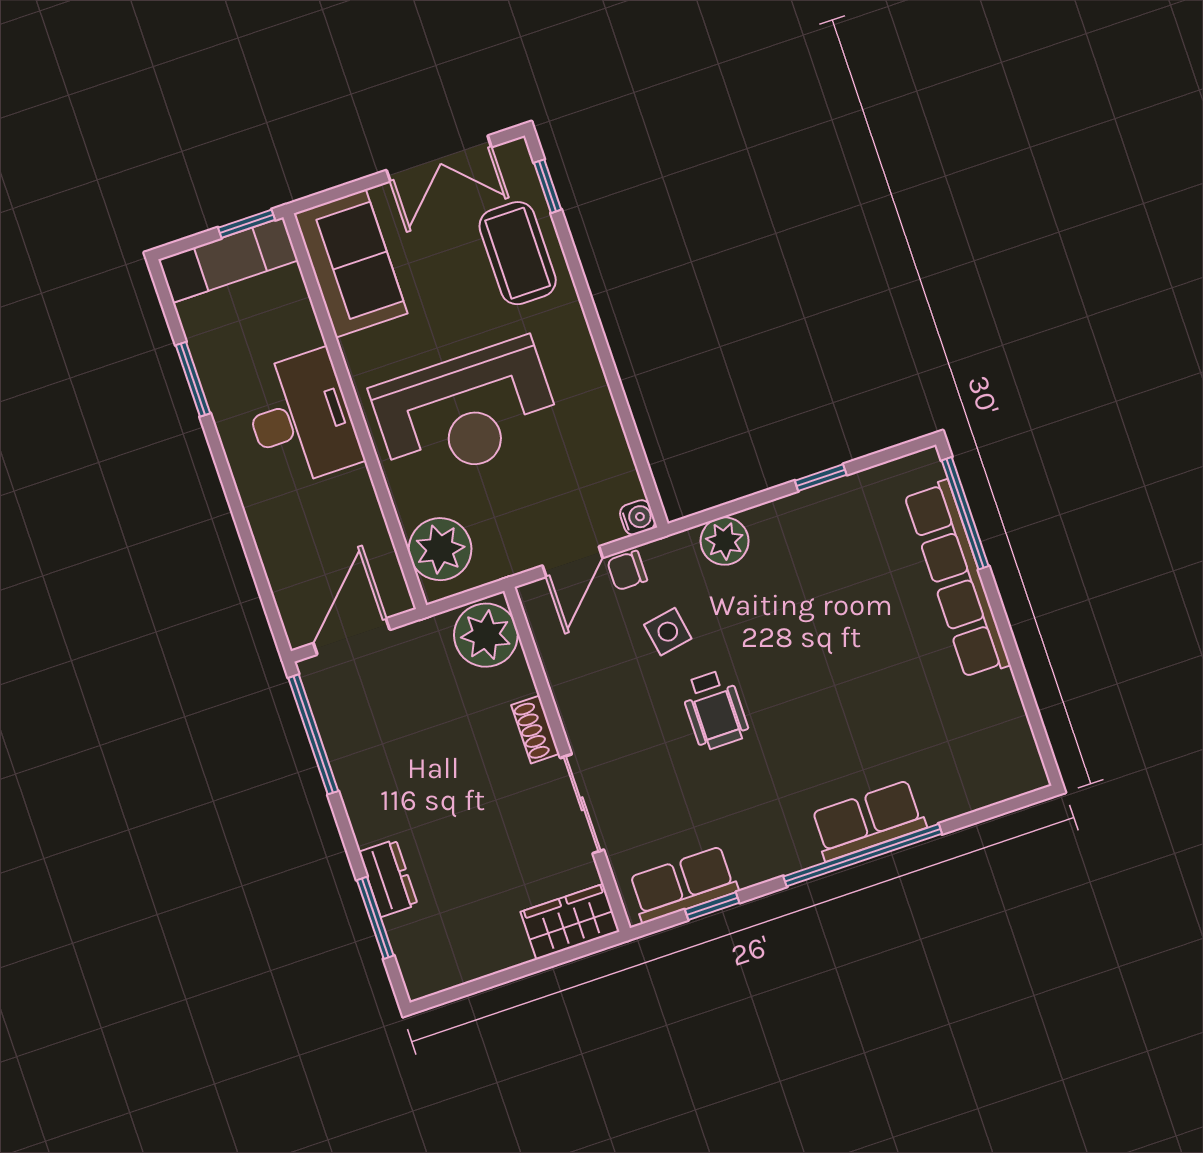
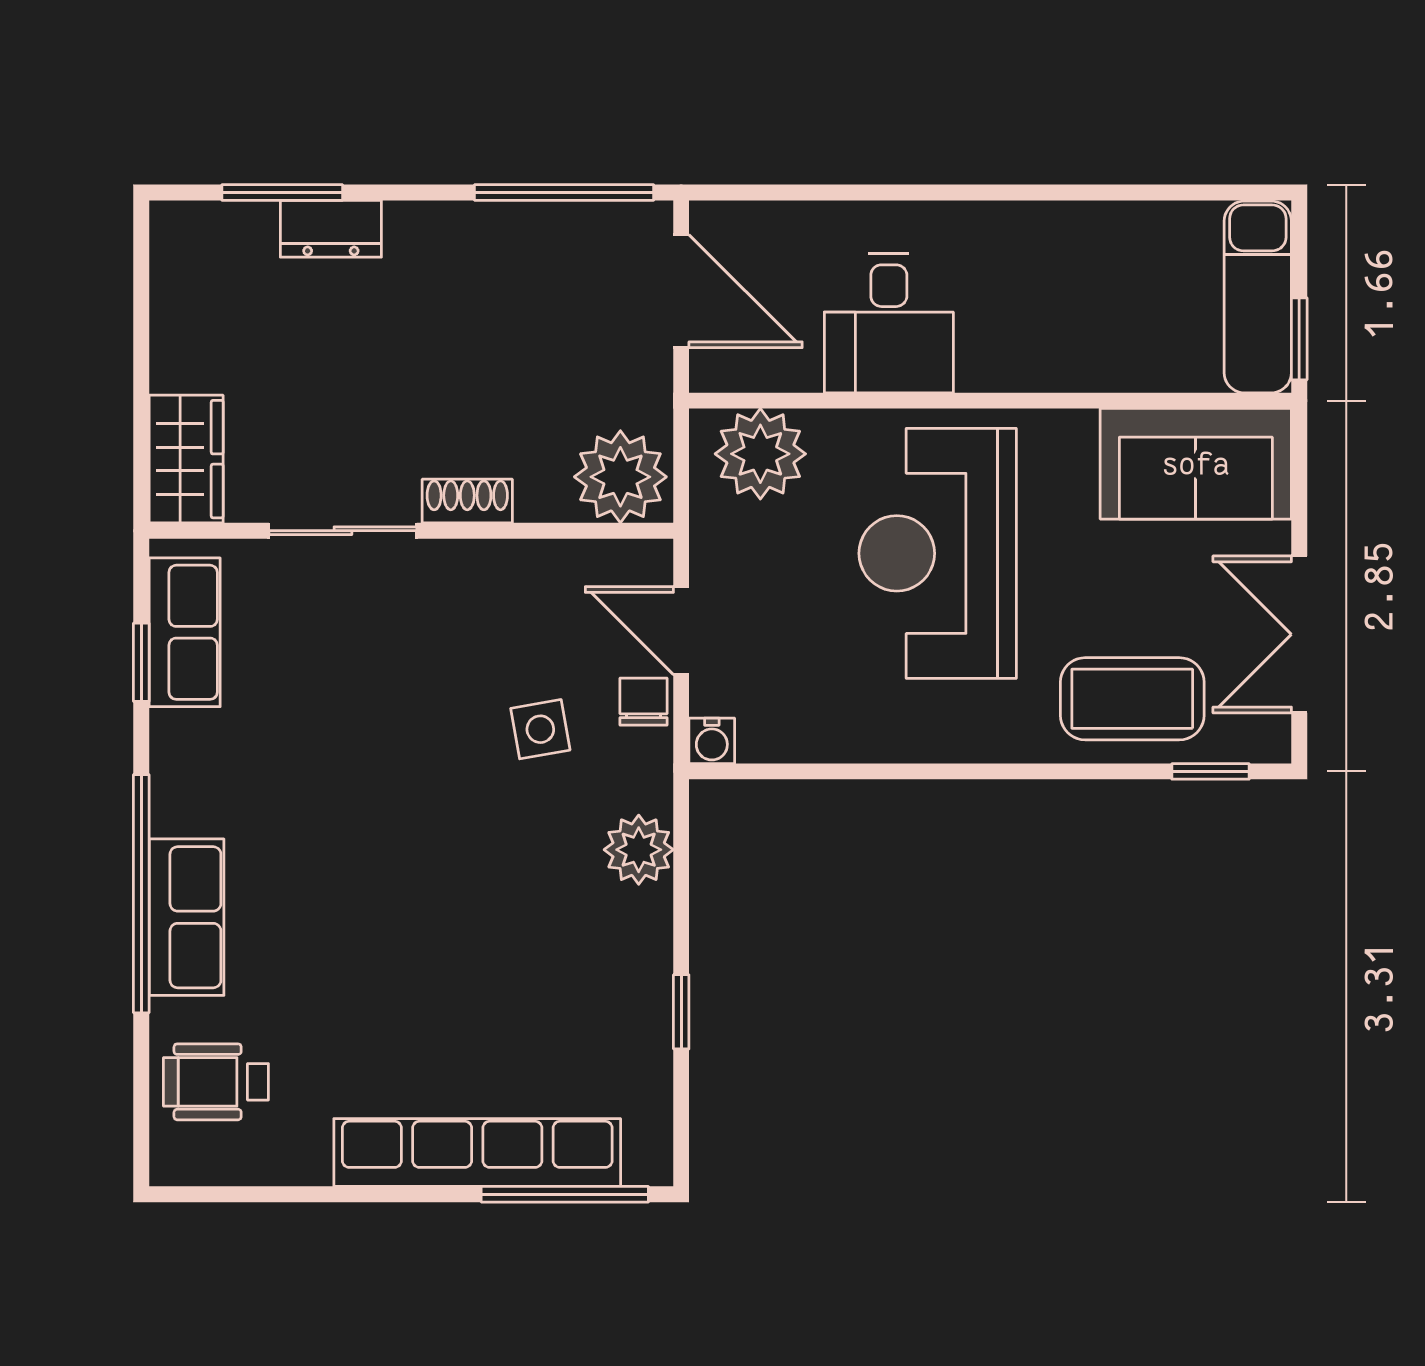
window: (193, 379) -> (1110, 192), removed
desk: (301, 419) -> (889, 323), moved, width x0.73
wheelchair: (715, 710) -> (216, 1082), moved

